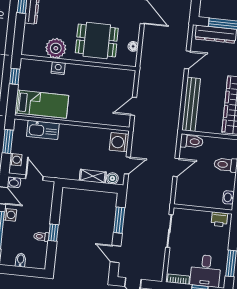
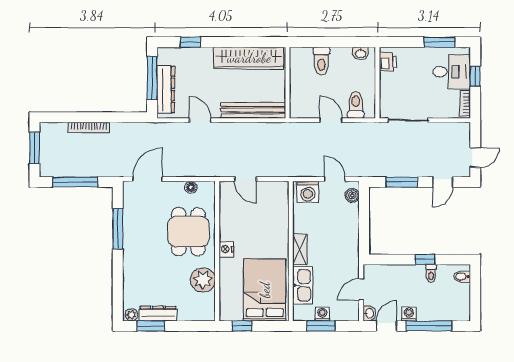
nightstand: (58, 68) -> (226, 249), moved
bed: (42, 104) -> (265, 290), width x1.50
door: (134, 106) -> (245, 179), moved
toilet: (192, 141) -> (356, 105), moved
washing machine: (16, 160) -> (322, 314), moved
shelving: (93, 176) -> (300, 250), moved
bidet: (21, 260) -> (462, 276), moved

